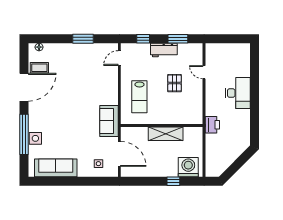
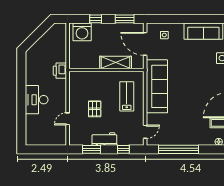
window: (83, 39) -> (178, 149), width x2.11
door: (204, 72) -> (68, 119), swing flipped
sofa: (109, 121) -> (157, 86), width x1.85, depth x1.27
shelving: (166, 134) -> (116, 62), moved
window: (142, 181) -> (125, 19), added

